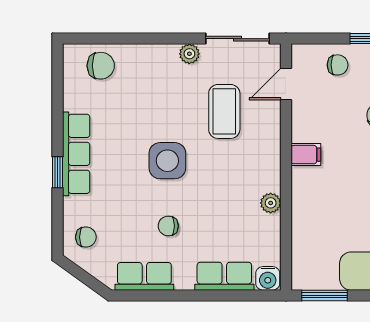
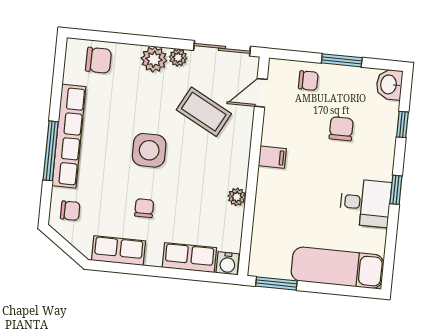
plant: (163, 58) -> (154, 59), added
coffee table: (224, 111) -> (204, 112), turned -62
row of seats: (76, 154) -> (69, 136), width x1.36
window: (57, 172) -> (51, 151), width x2.17
chair: (168, 226) -> (144, 208), turned 90

